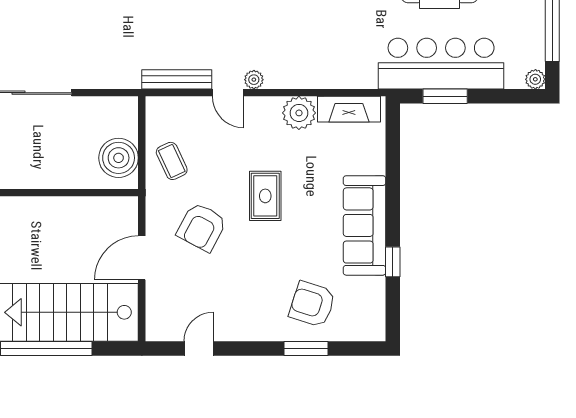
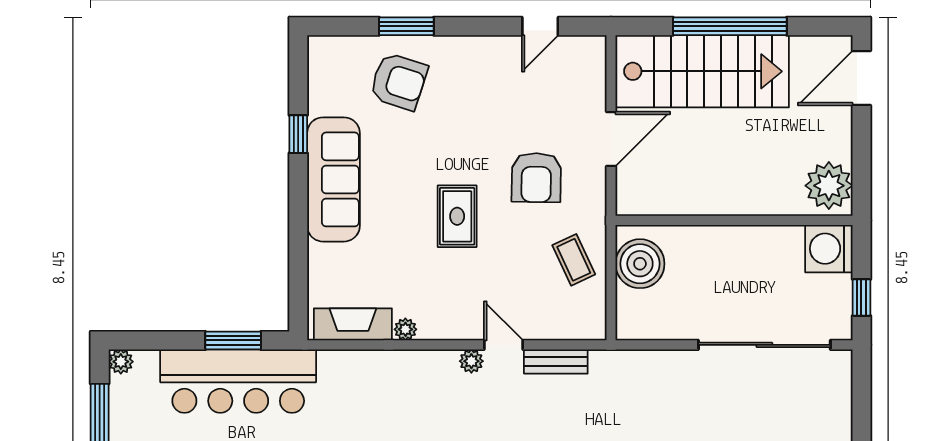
bench: (177, 79) -> (556, 362), width x0.73
plant: (299, 113) -> (405, 329), width x0.53, depth x0.53
armchair: (202, 227) -> (536, 178), turned 153

